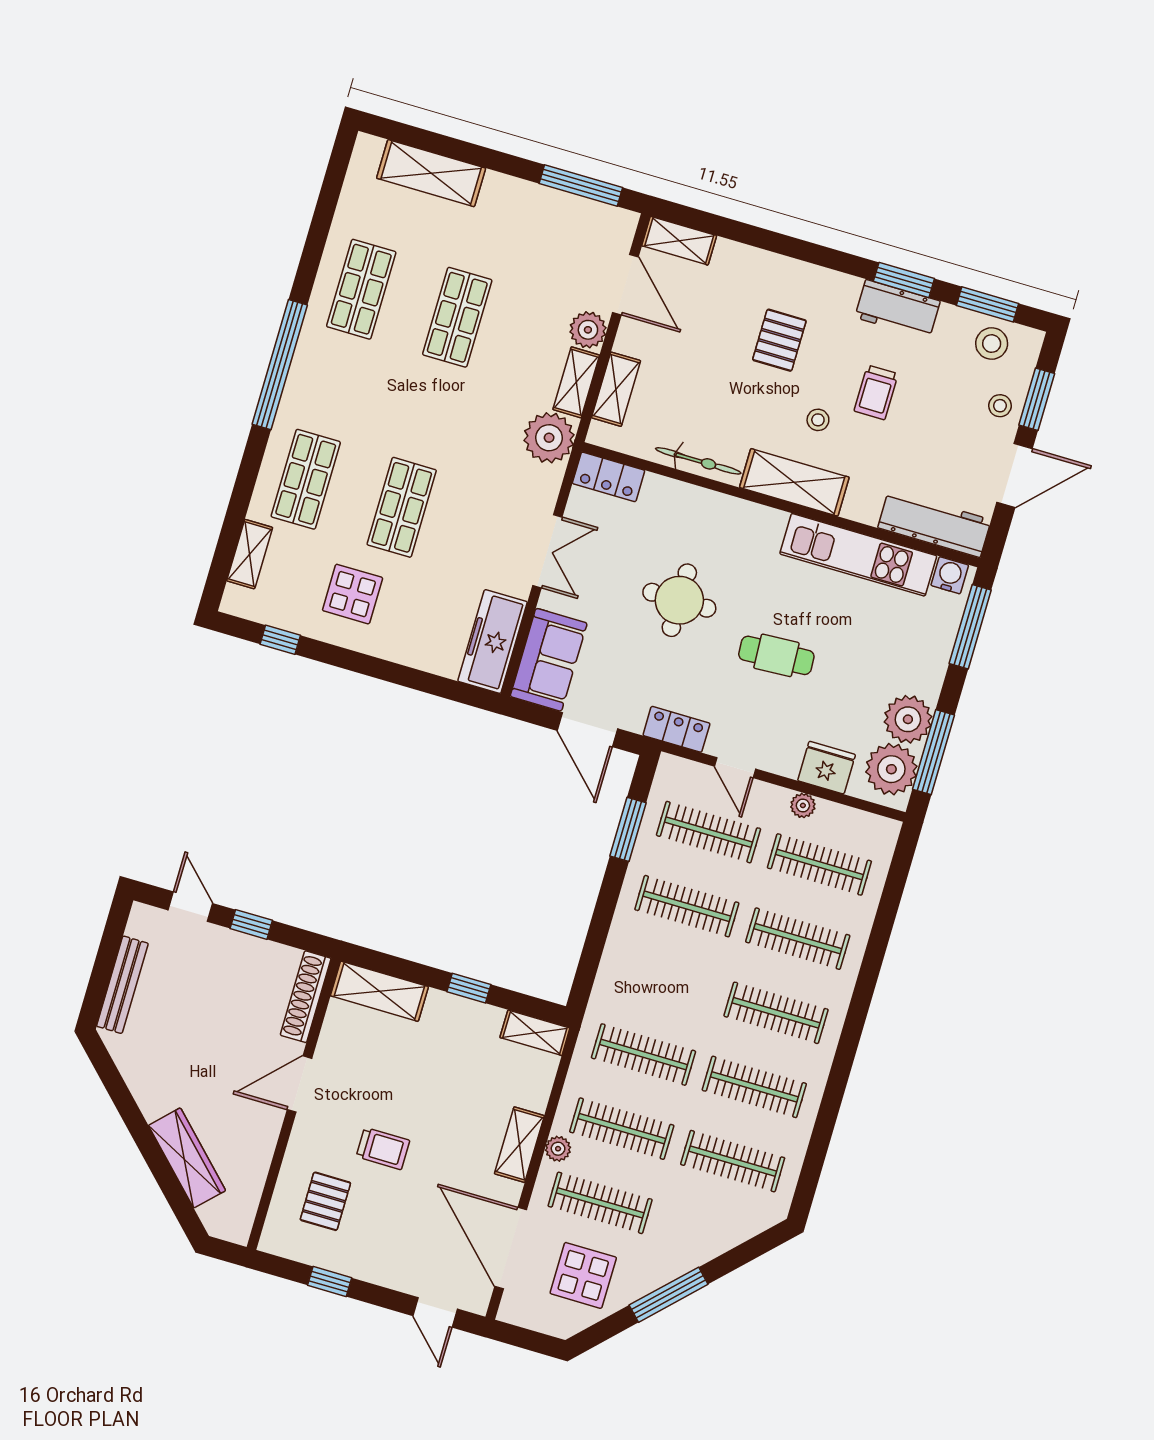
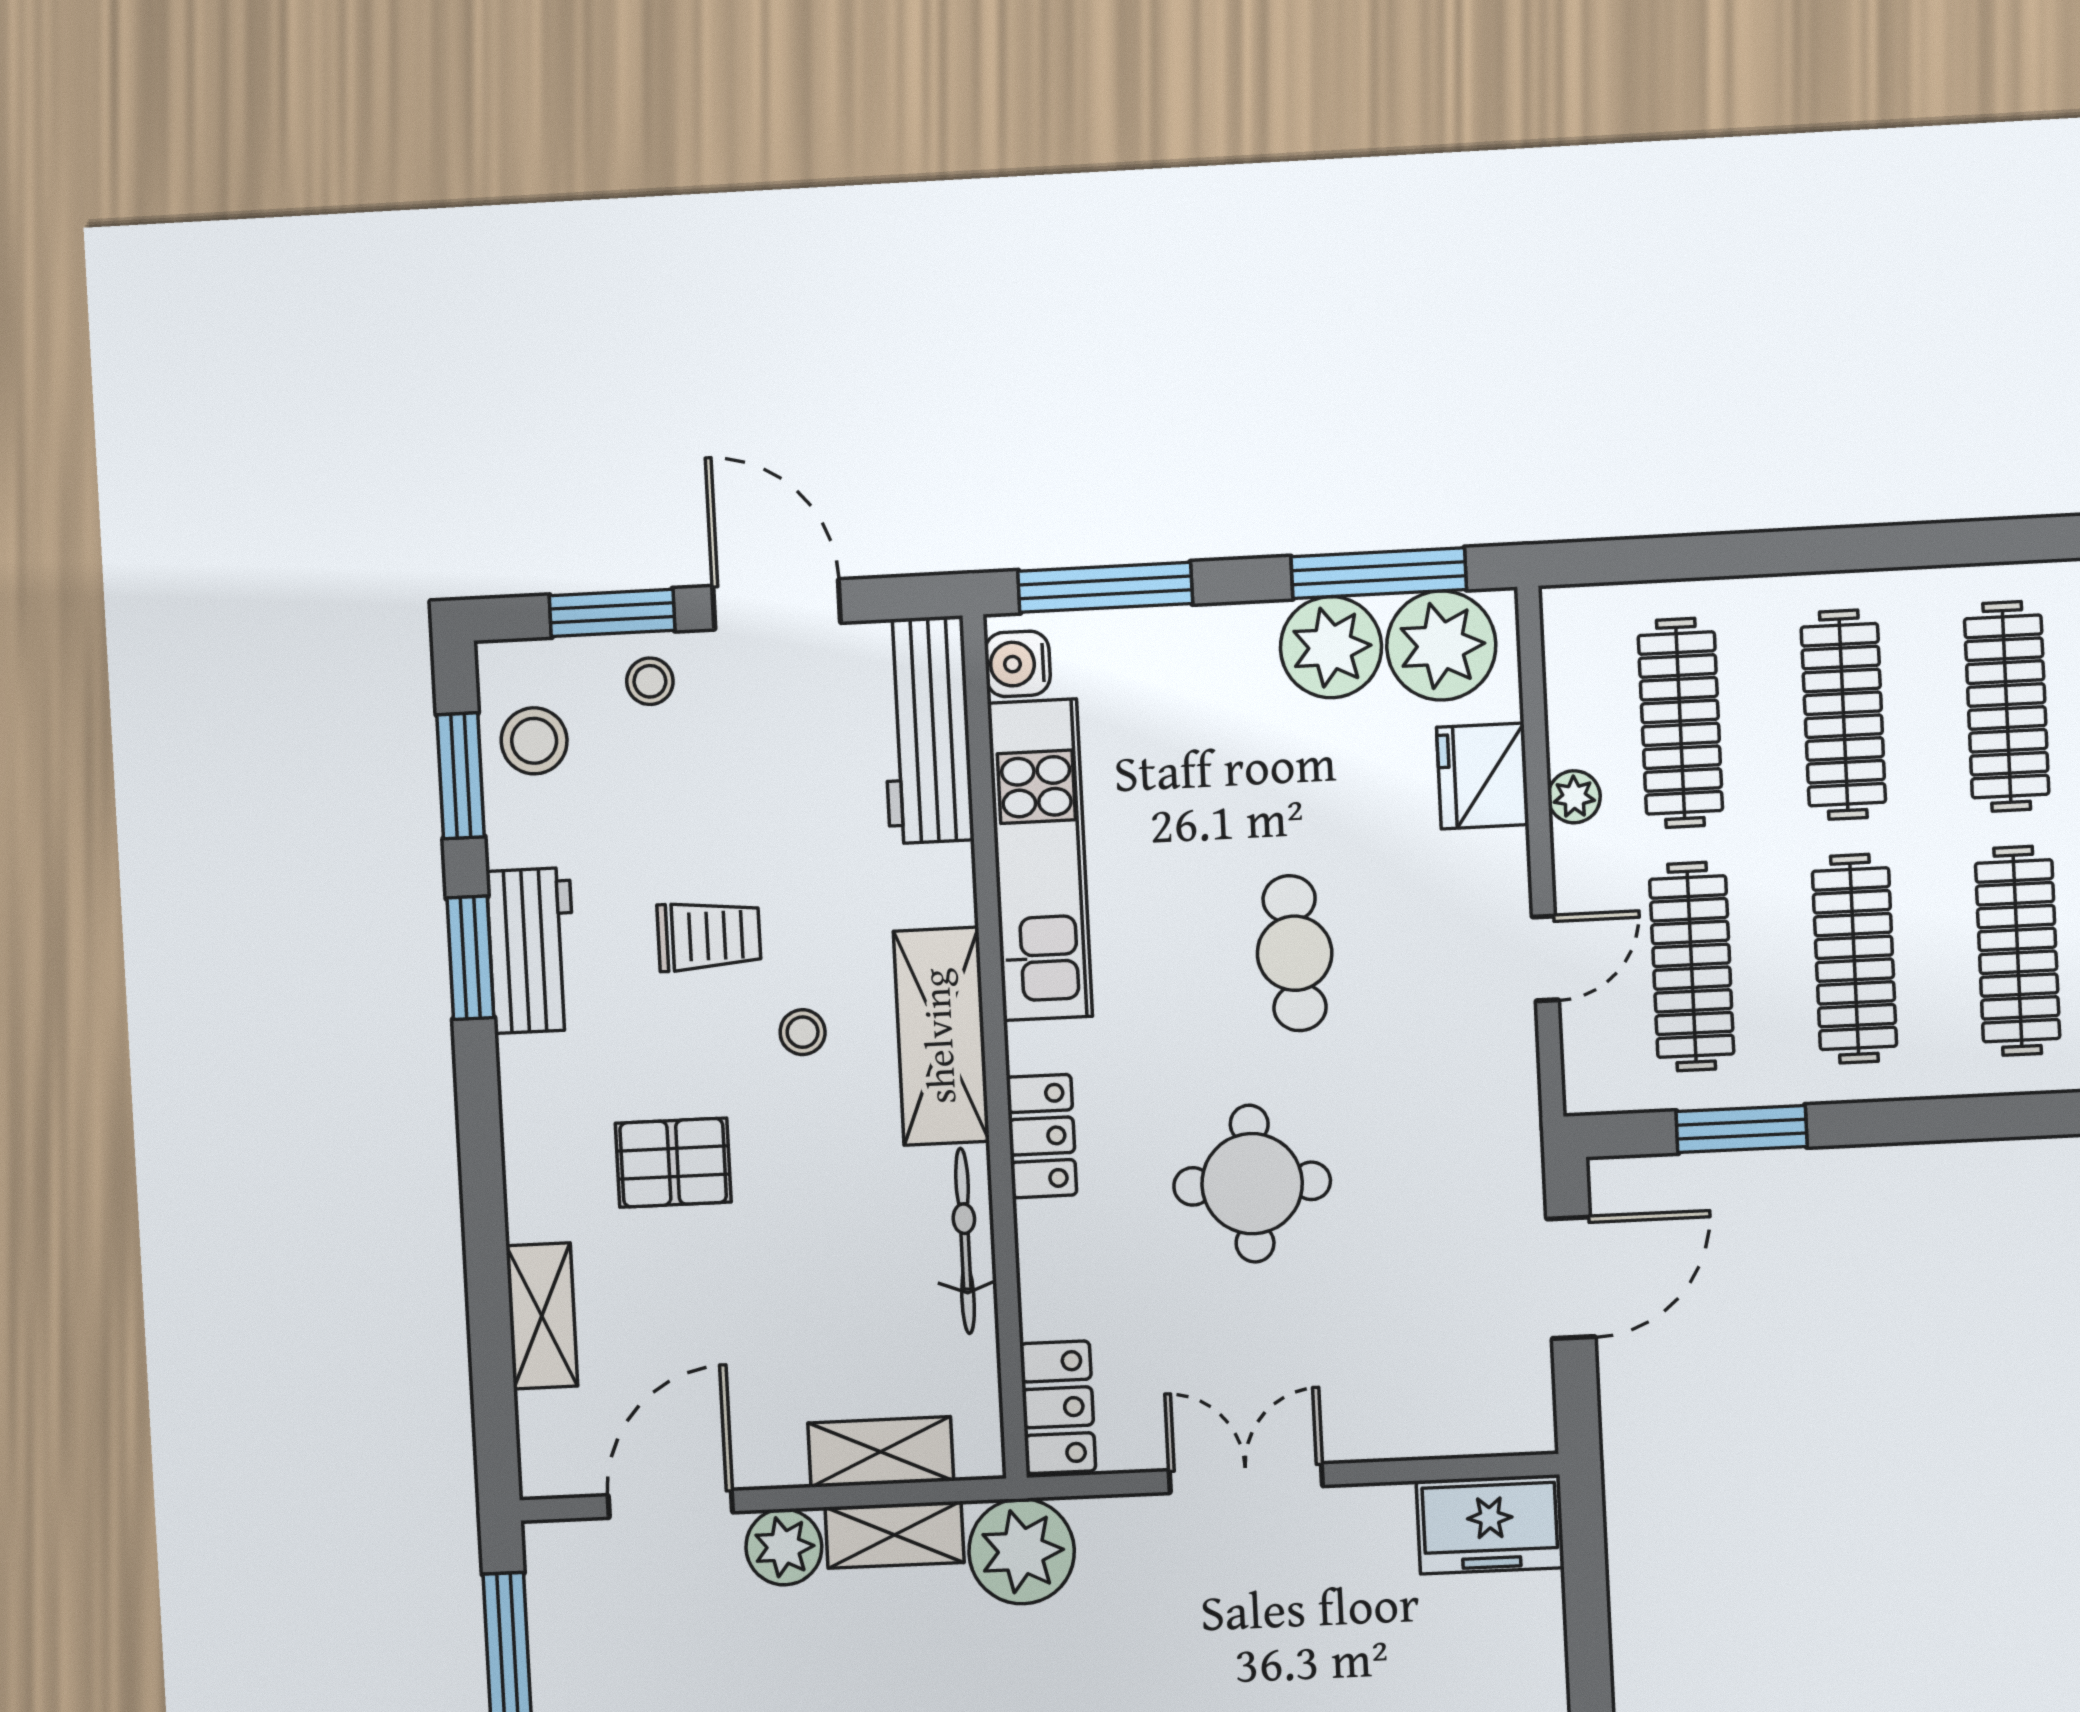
shelving: (679, 241) -> (542, 1316), moved
freezer: (493, 642) -> (1490, 1524), width x0.71
sofa: (549, 660) -> (1459, 1402), removed
locker: (676, 729) -> (1042, 1136), moved, turned 180
clothes rail: (665, 980) -> (2018, 951), added

